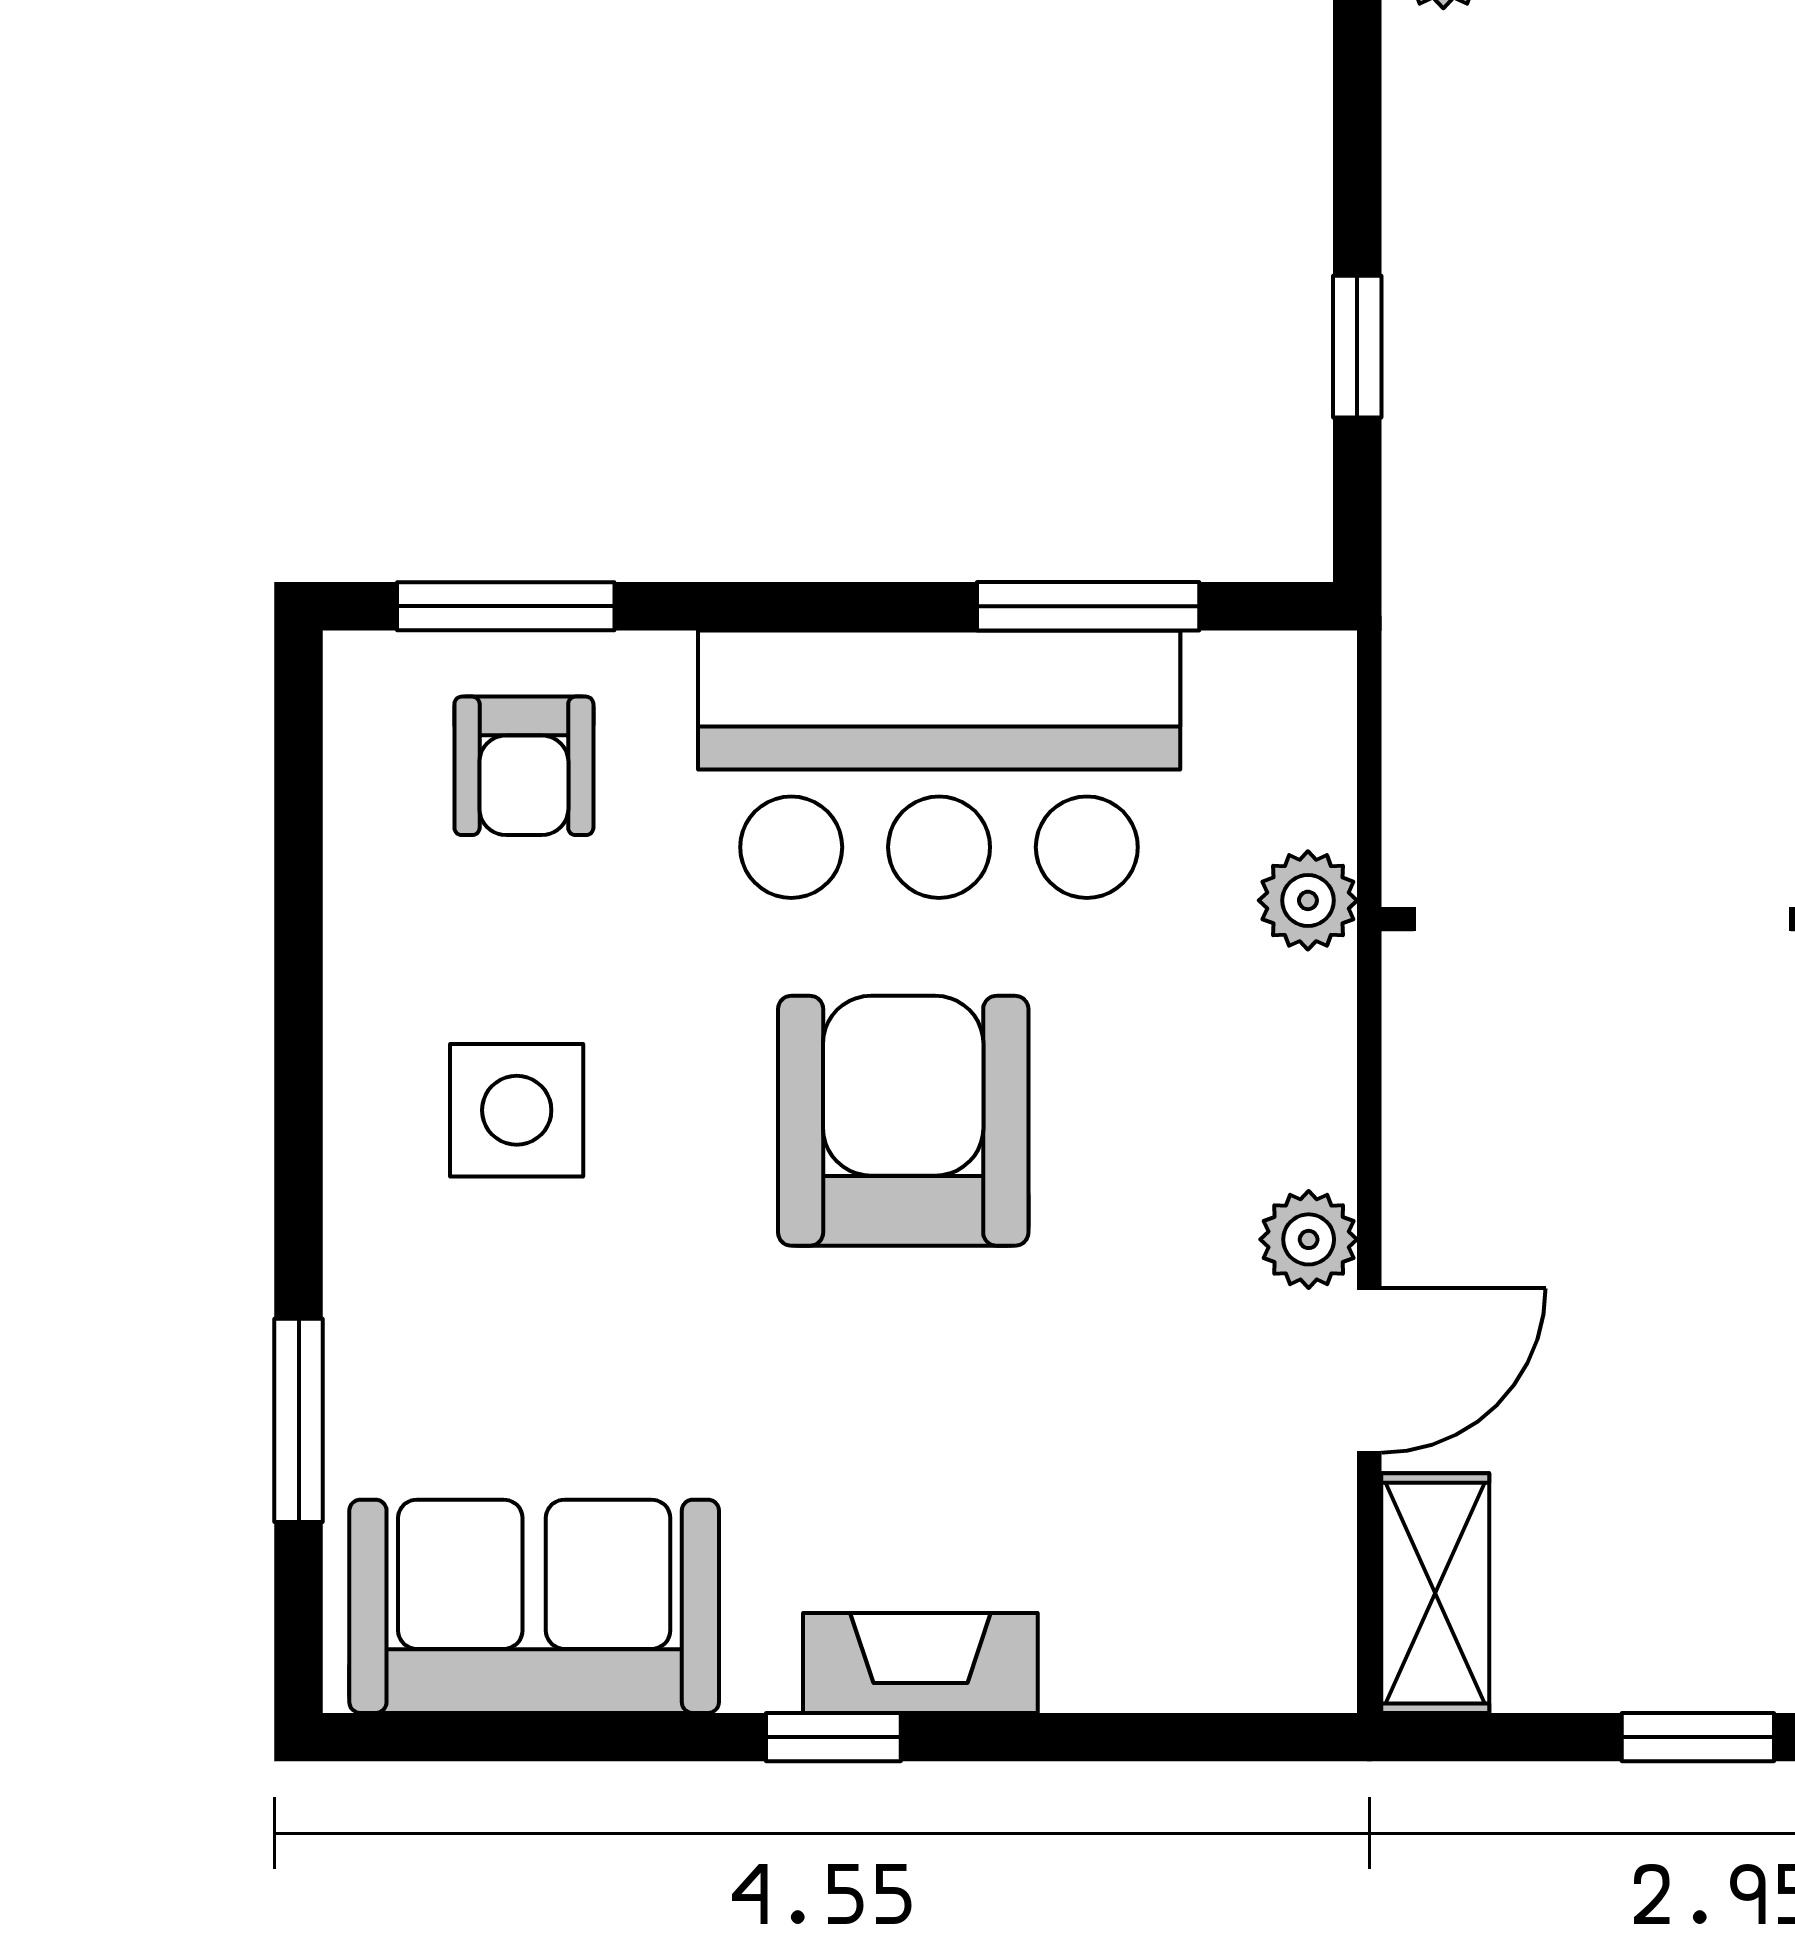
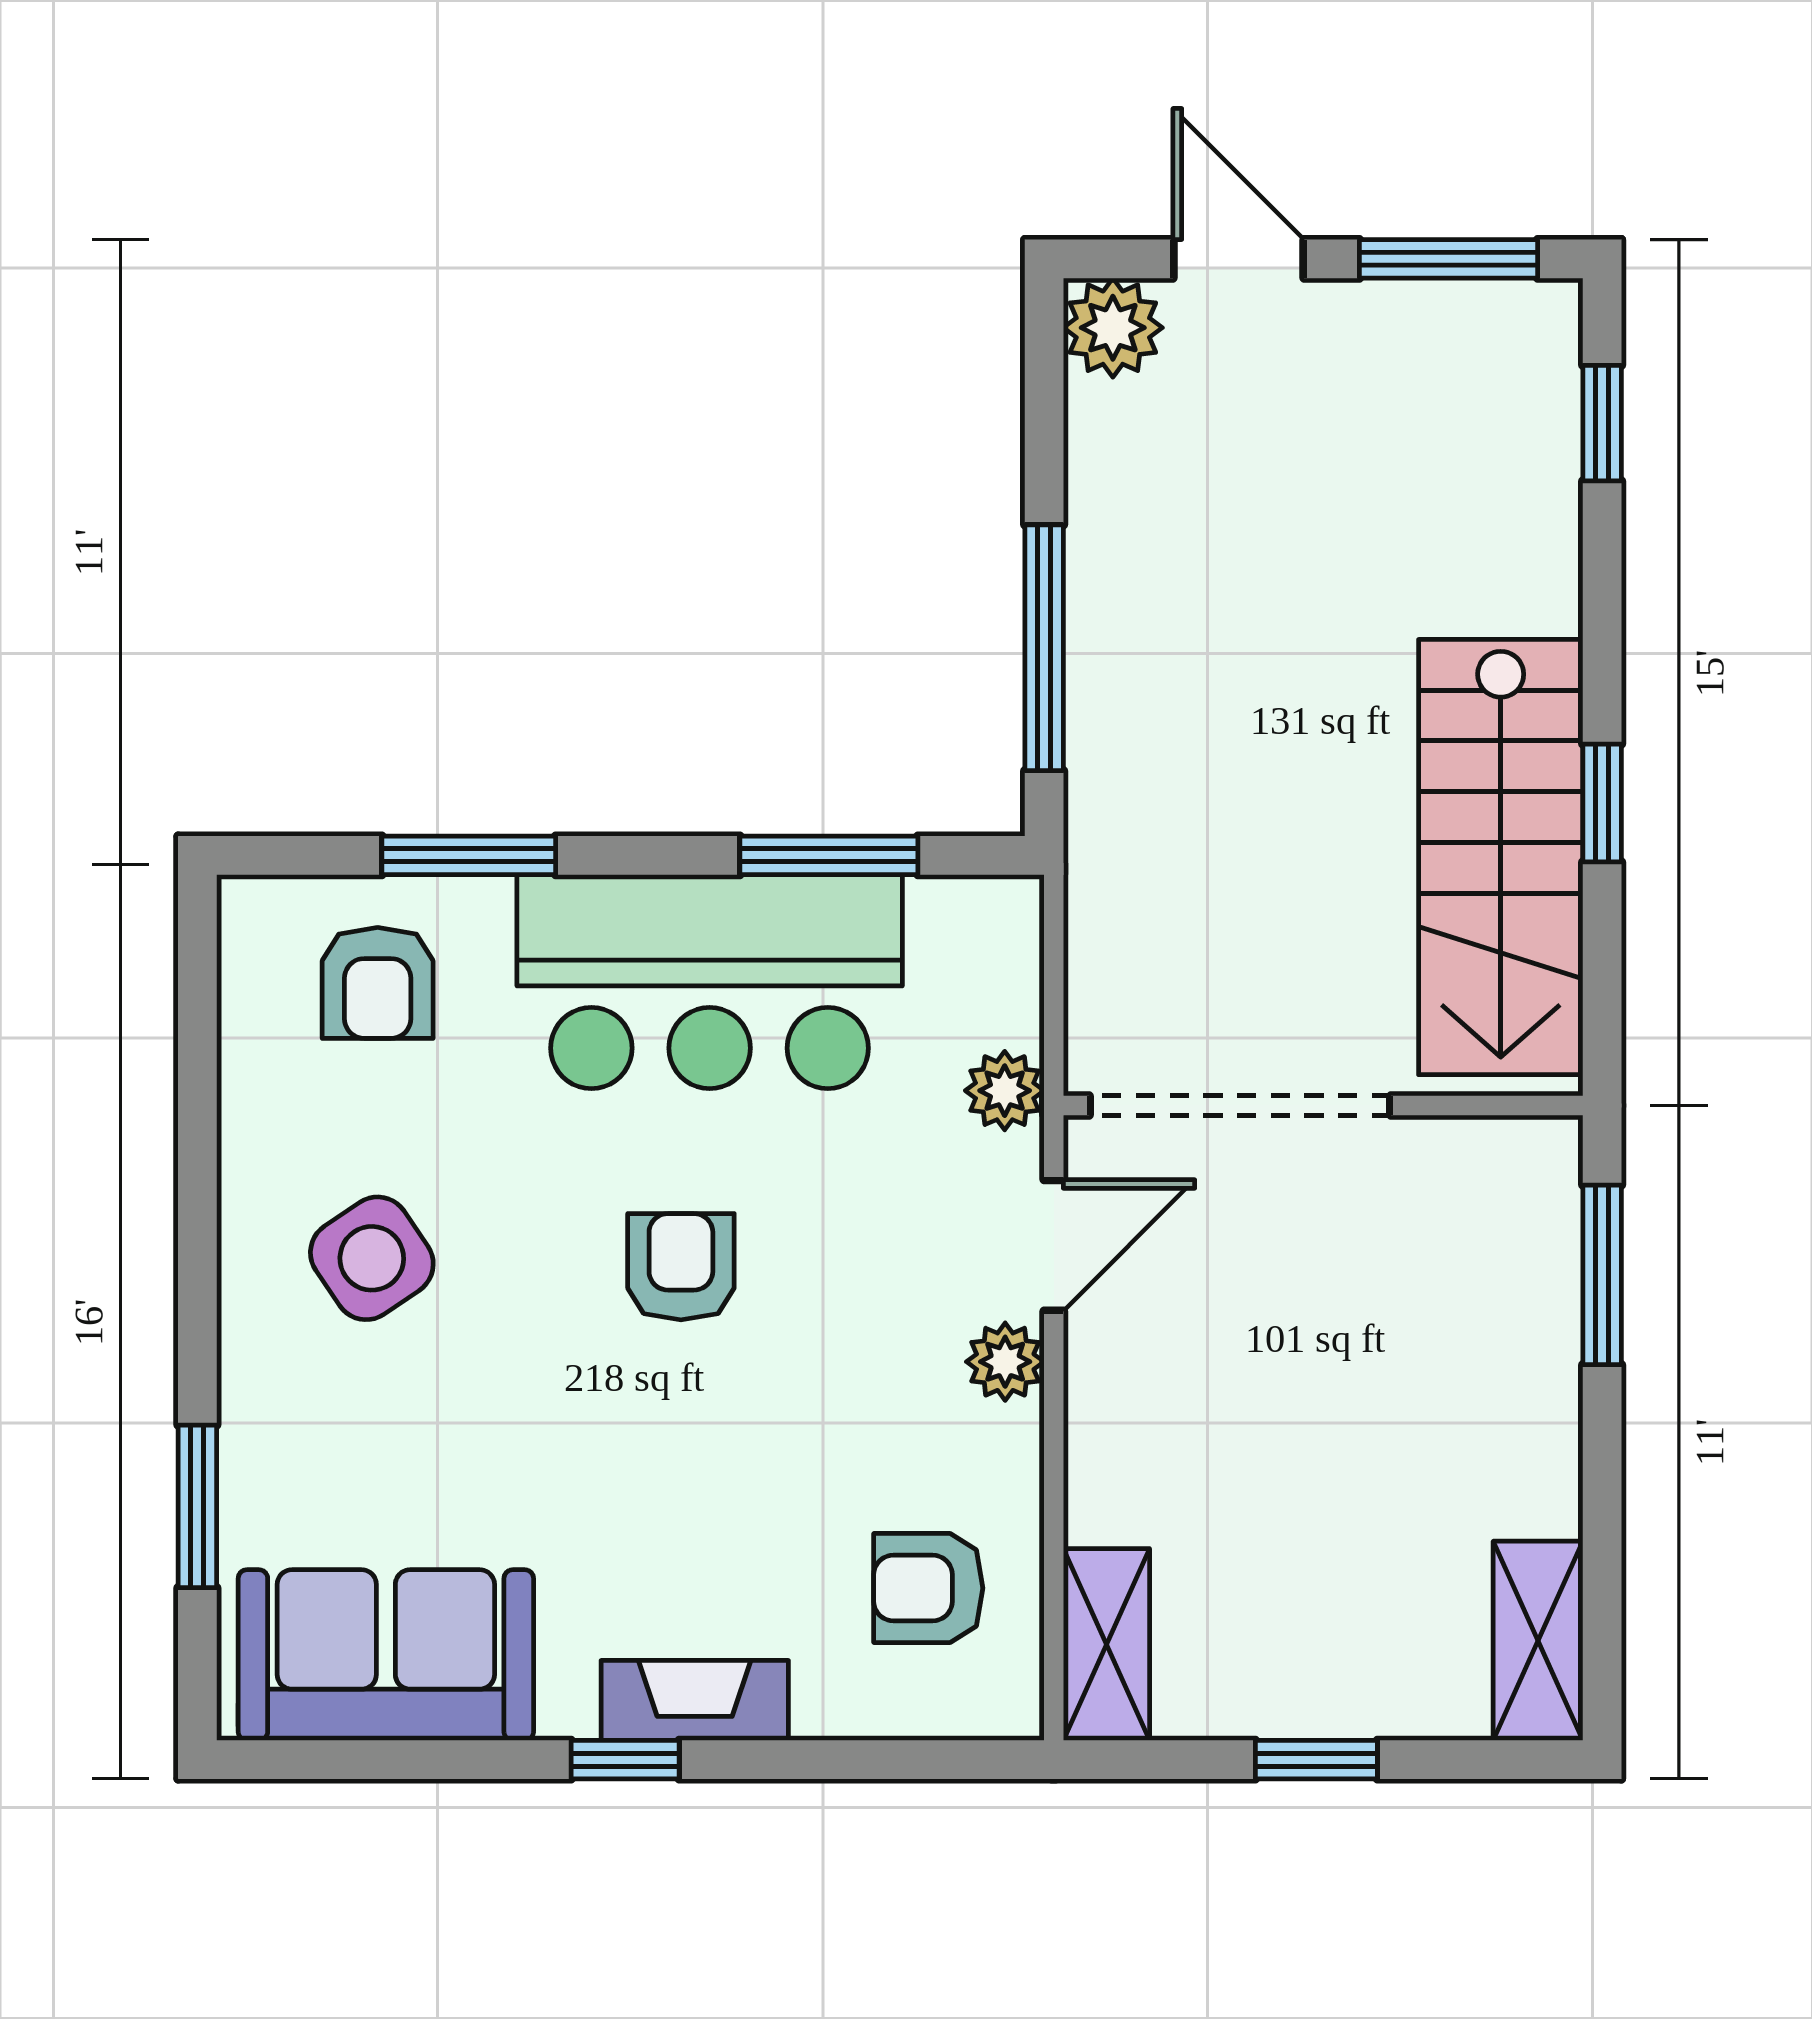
window: (1357, 347) -> (1044, 648), width x2.17
window: (506, 606) -> (469, 855), moved
side table: (517, 1110) -> (372, 1258), turned -34
armchair: (903, 1121) -> (681, 1267), width x0.53, depth x0.53
door: (1369, 1370) -> (1054, 1245), moved
armchair: (1213, 1522) -> (928, 1588), added

